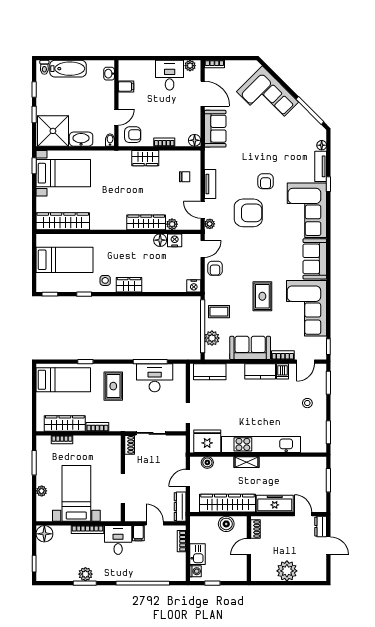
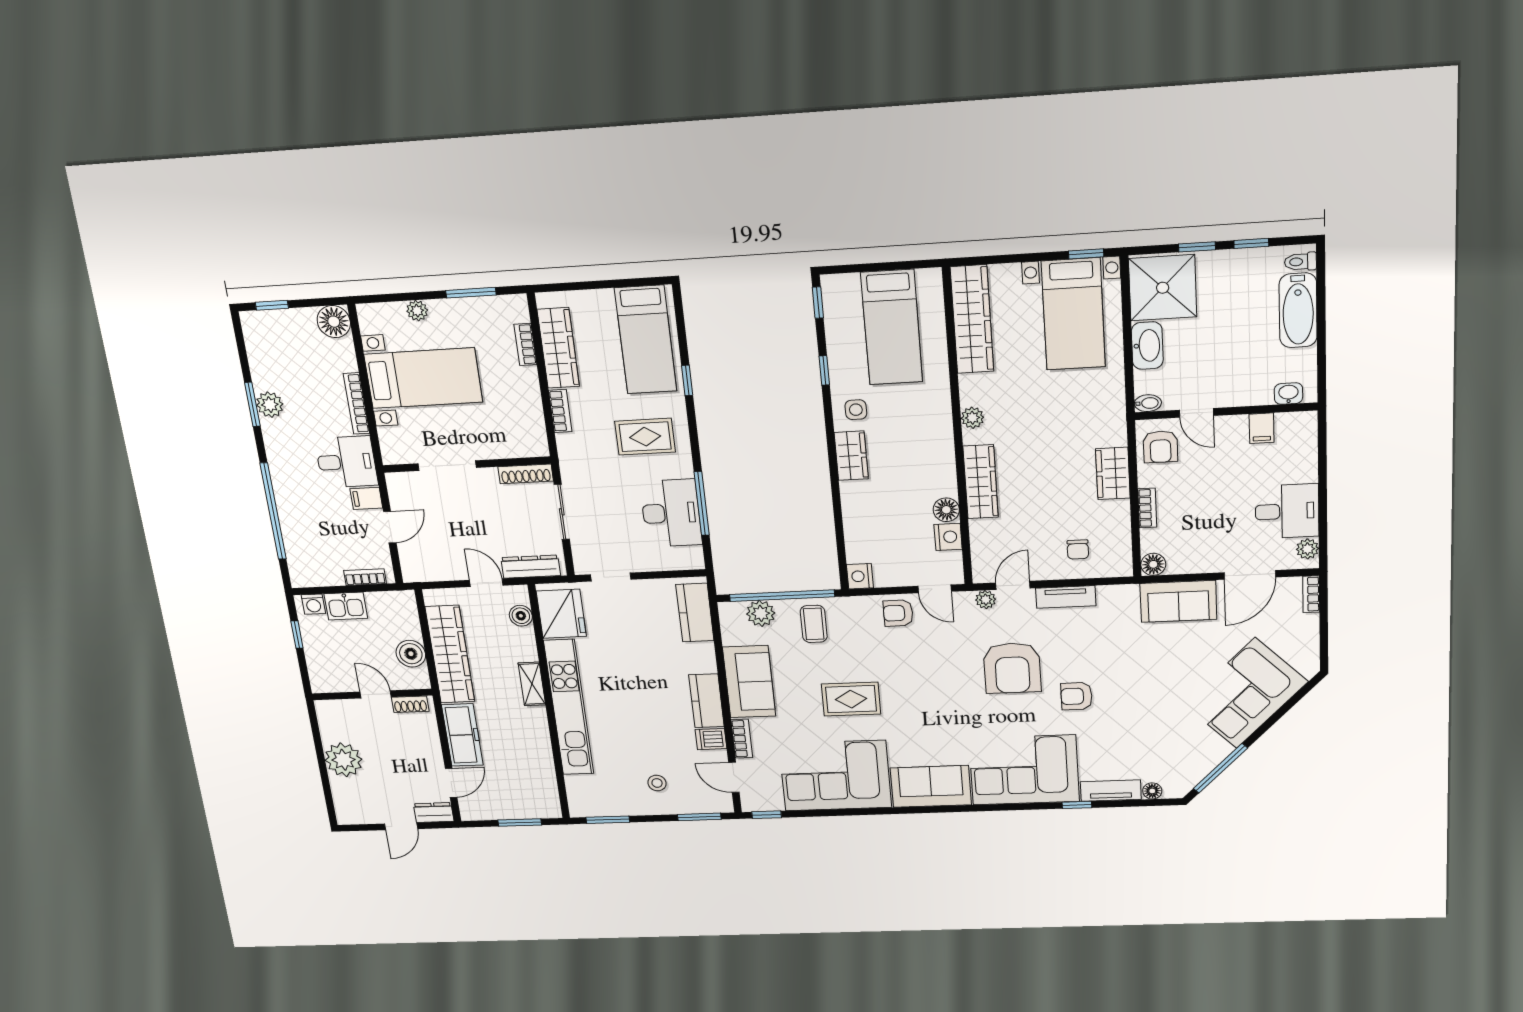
plant: (172, 224) -> (972, 418), moved
shoe rack: (130, 445) -> (526, 474), width x1.43
dresser: (180, 507) -> (531, 567), moved

